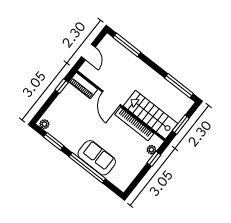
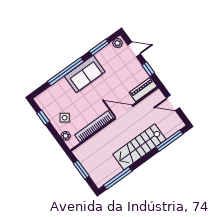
door: (46, 106) -> (134, 49), added
stairs: (151, 115) -> (139, 147), moved, turned 180
side table: (134, 156) -> (65, 118), added
sofa: (97, 158) -> (85, 74), moved
window: (154, 159) -> (43, 117), moved

